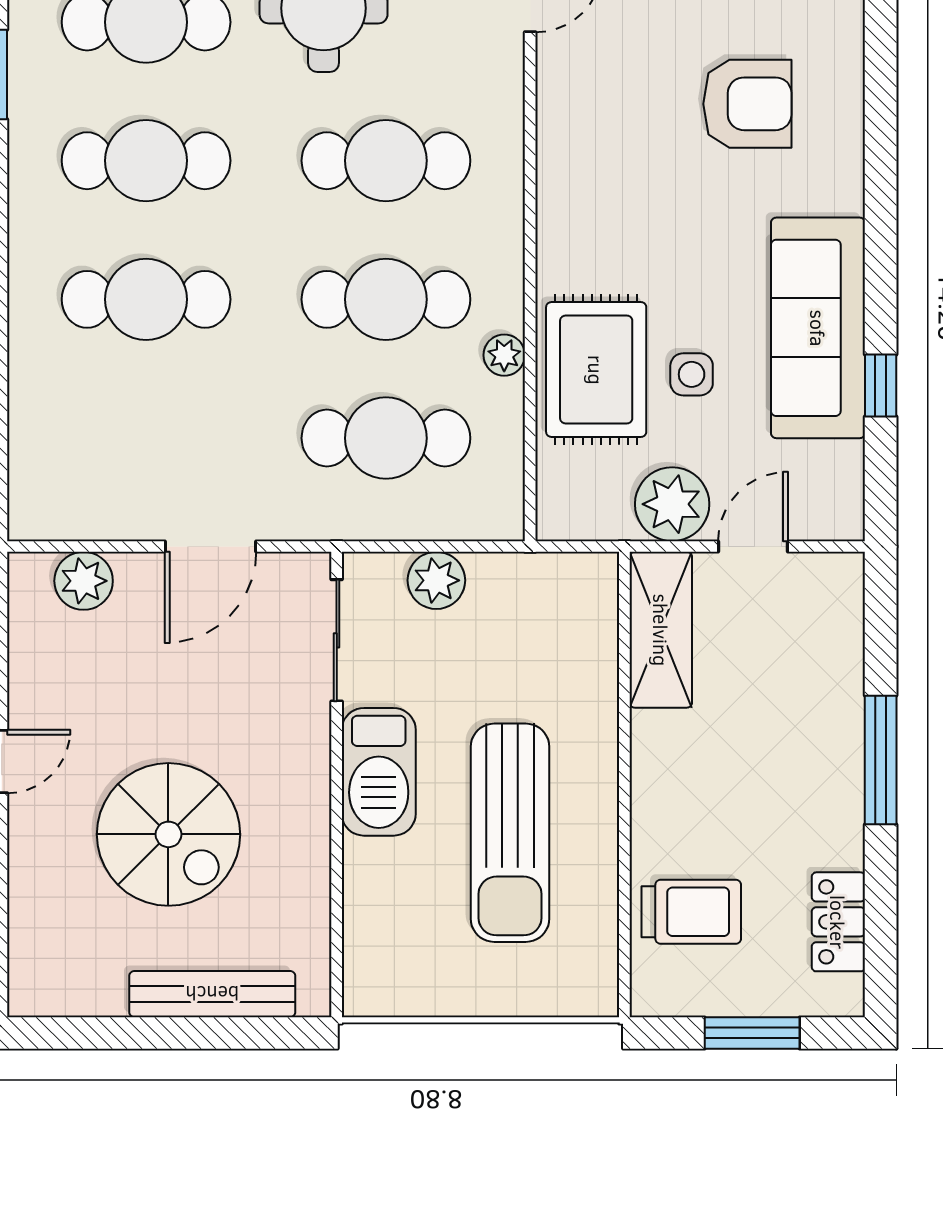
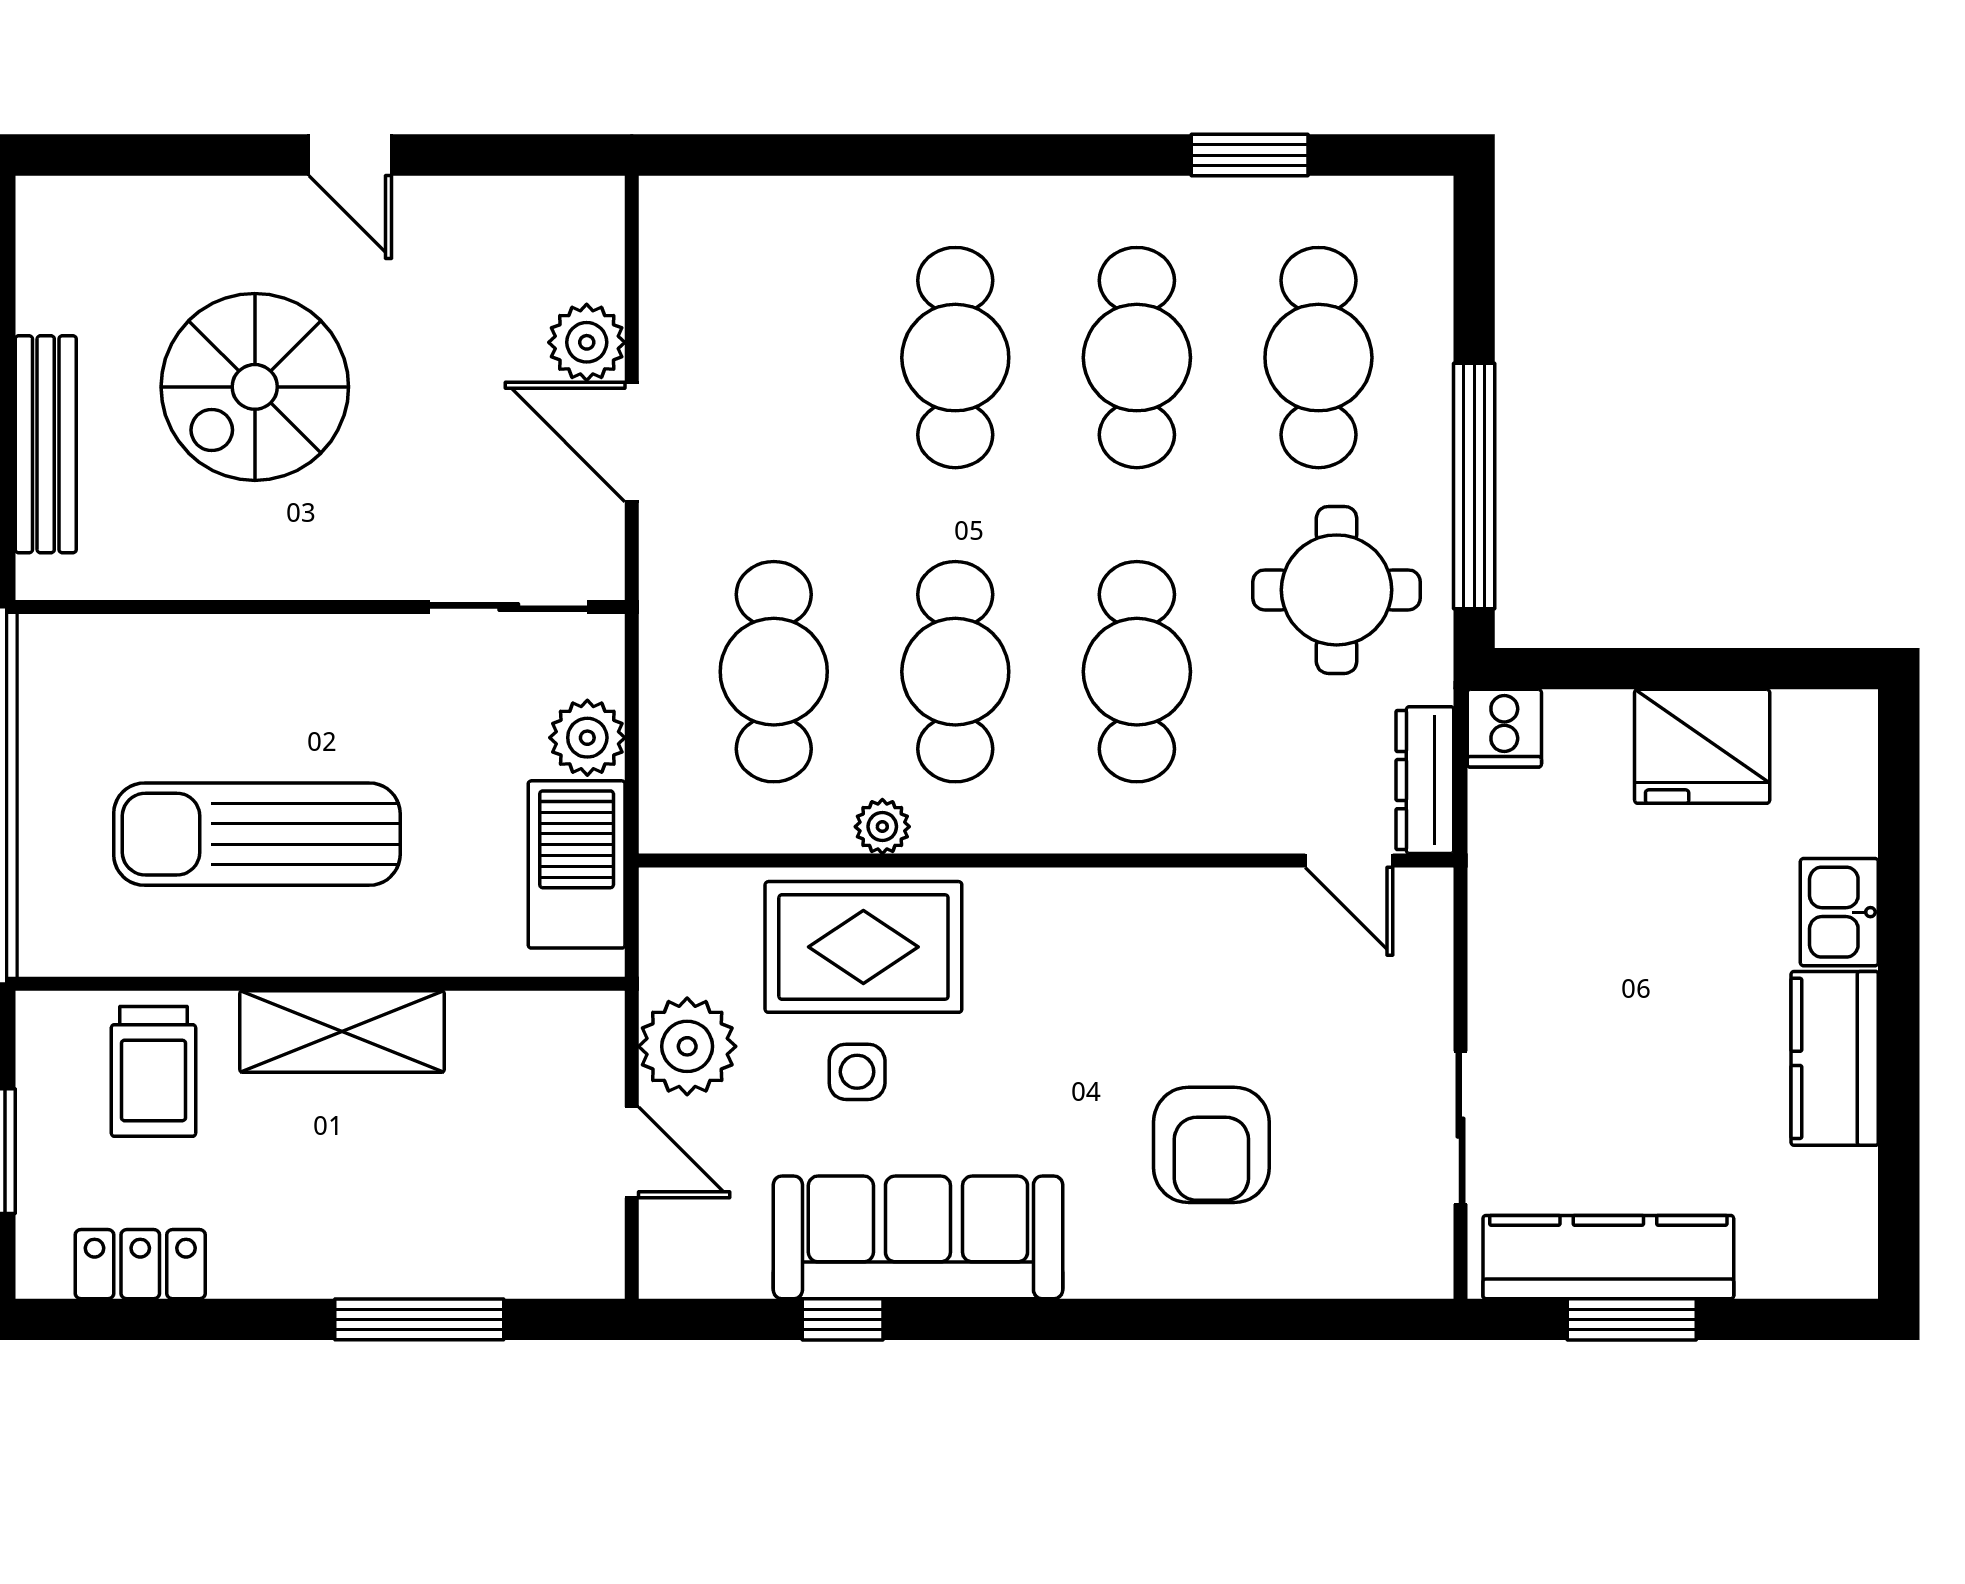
plant: (84, 581) -> (587, 342), moved
shelving: (661, 630) -> (342, 1031), moved
window: (881, 760) -> (419, 1319), moved
barbecue: (379, 772) -> (577, 864), moved, turned 90

